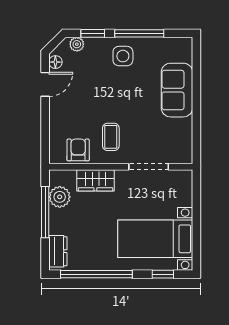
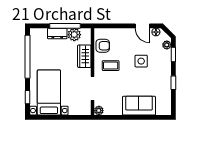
window: (139, 33) -> (173, 83), width x0.46
side table: (123, 56) -> (141, 61), moved
plant: (185, 156) -> (99, 111), added
dresser: (58, 251) -> (57, 33), moved

